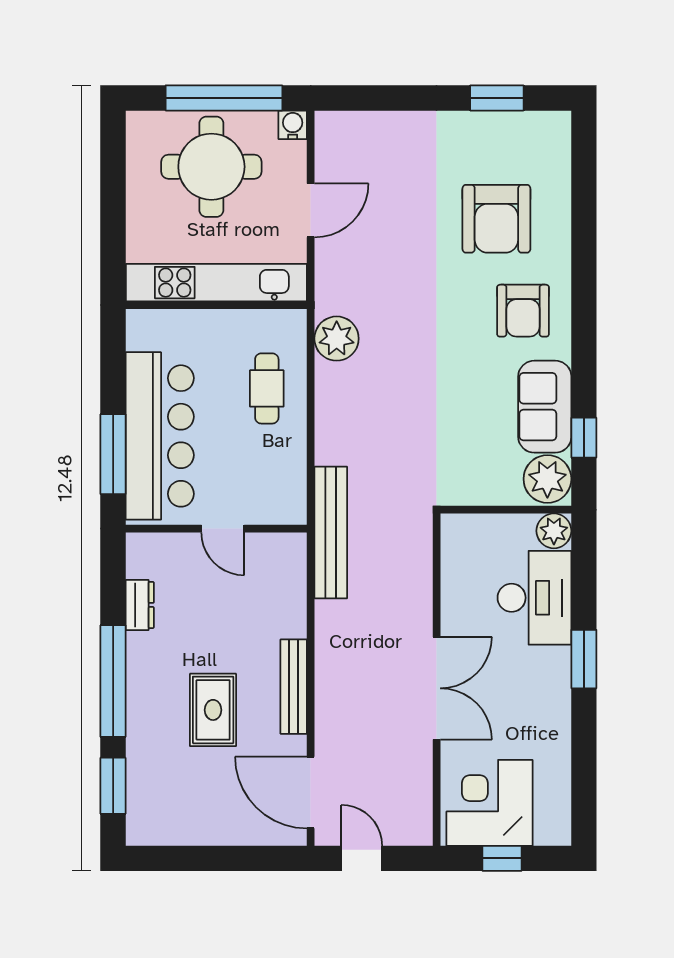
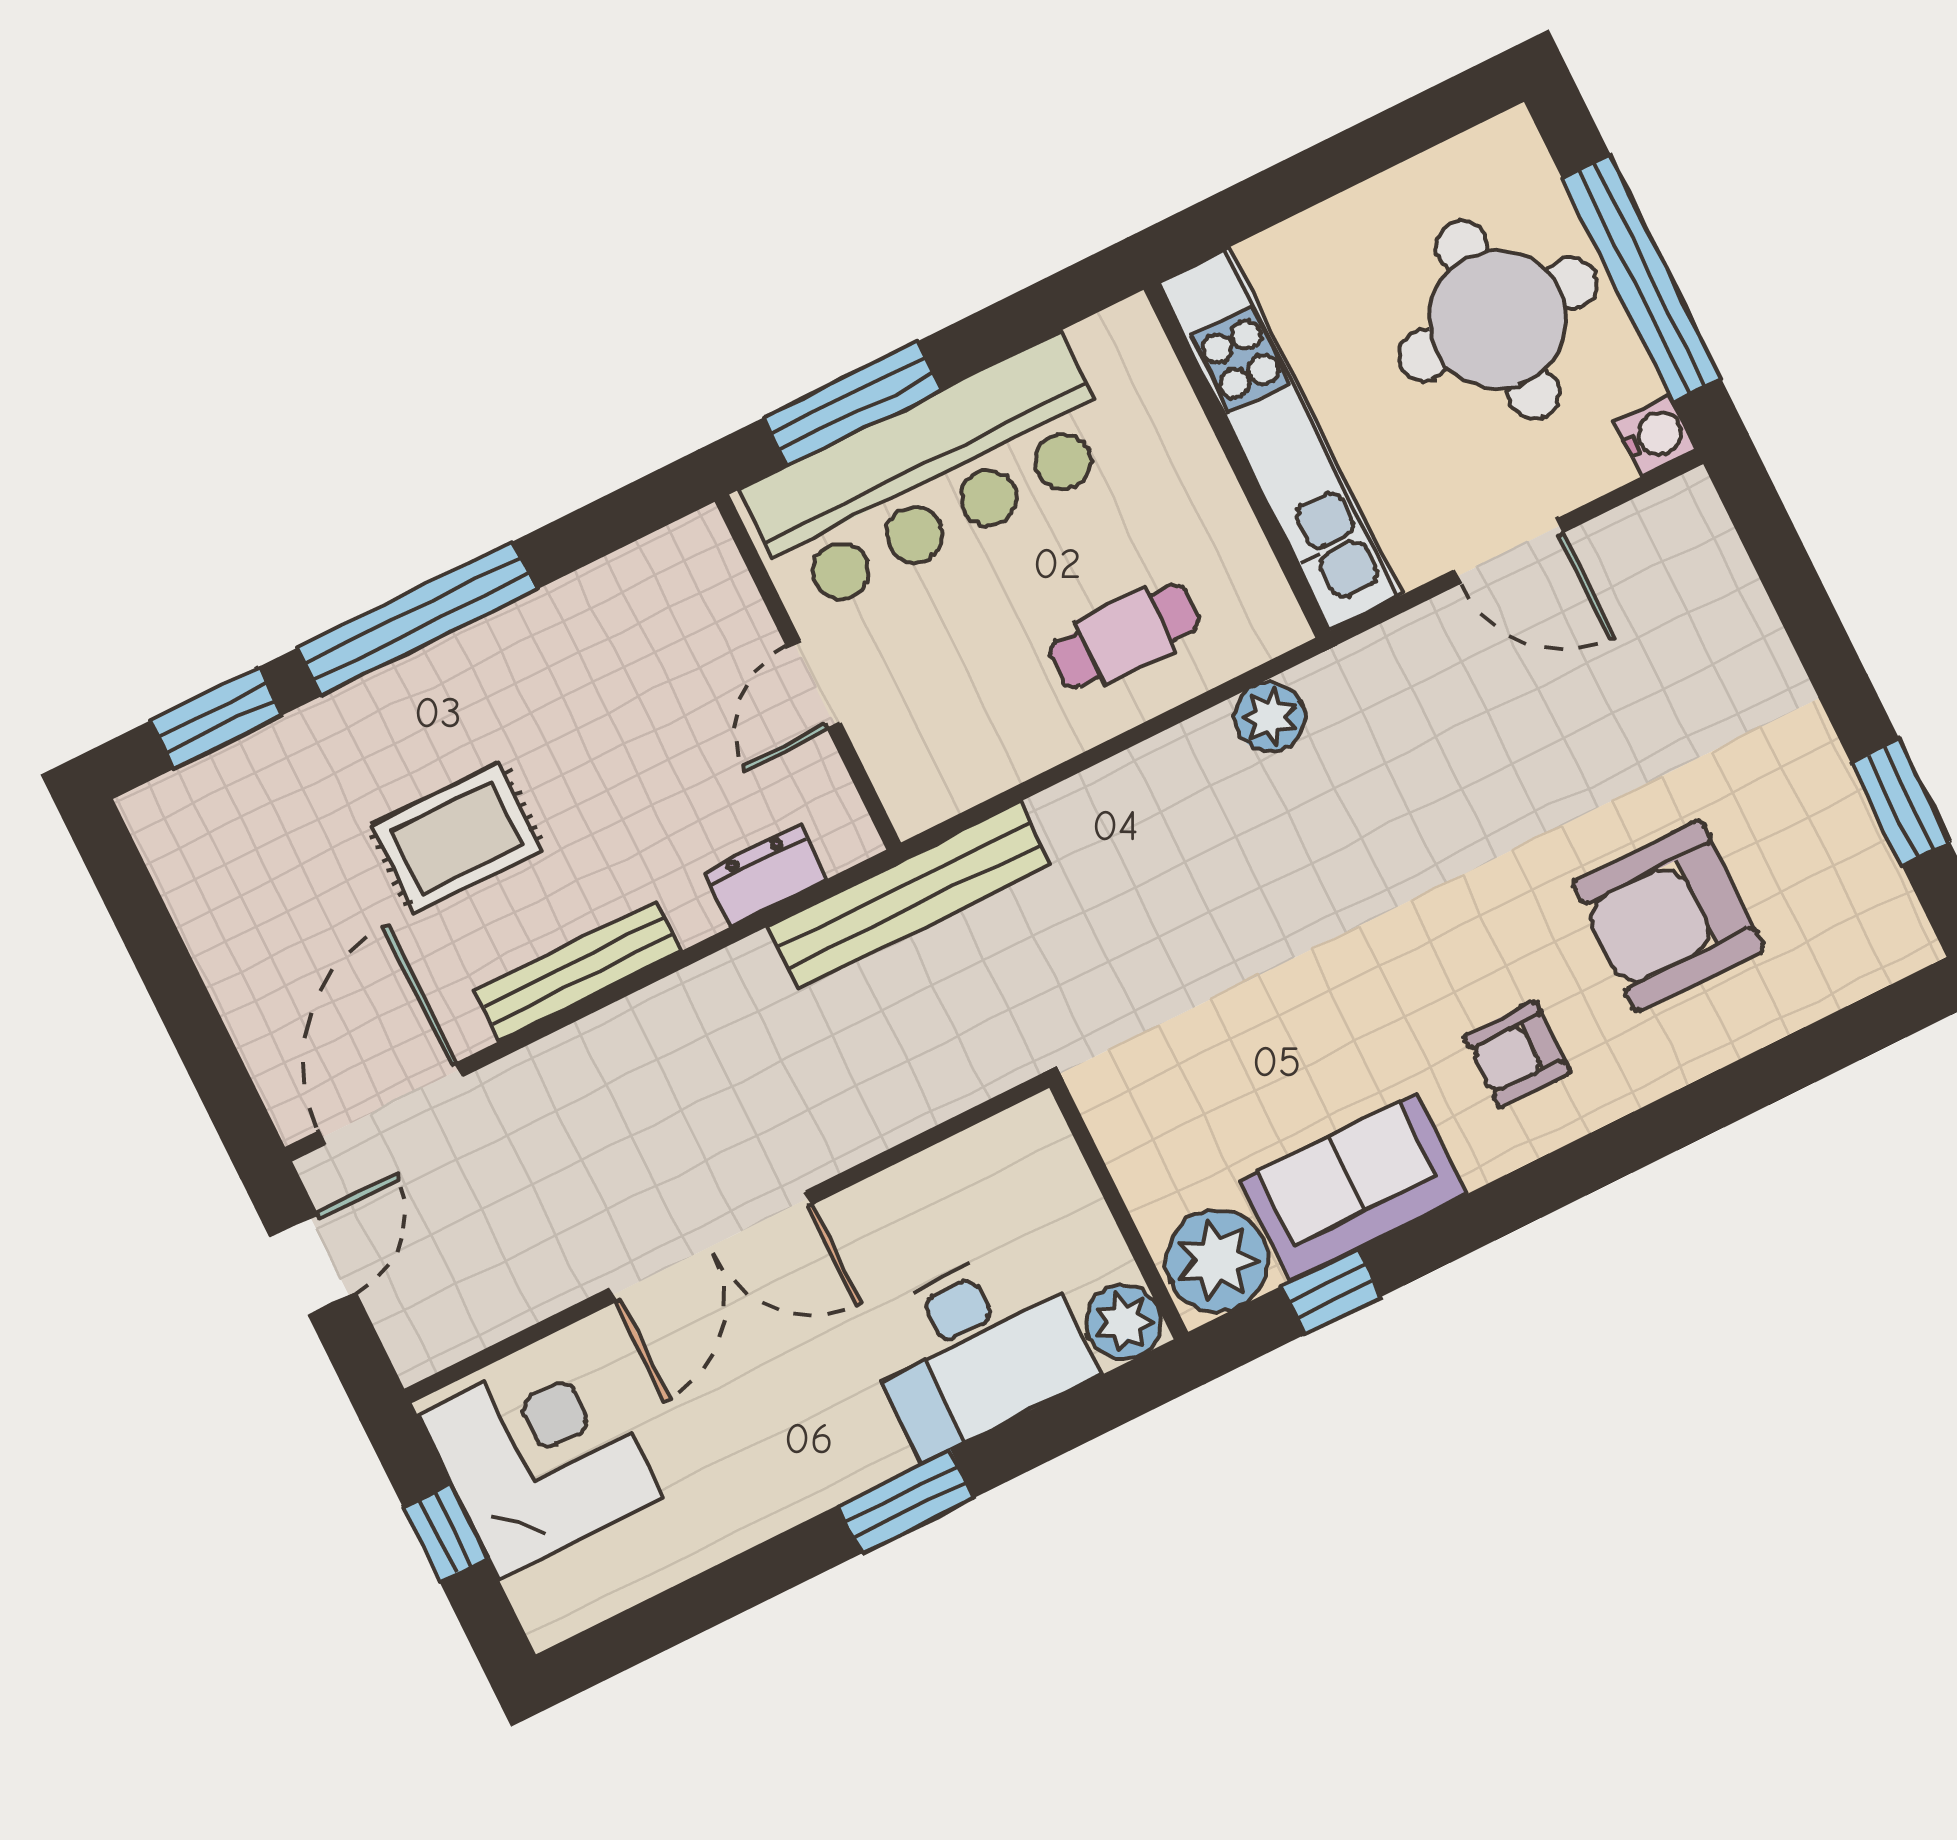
armchair: (523, 311) -> (1517, 1054), width x0.72, depth x0.72
plant: (337, 339) -> (1270, 717), width x0.73, depth x0.73
dresser: (140, 605) -> (765, 876), moved, turned 180

